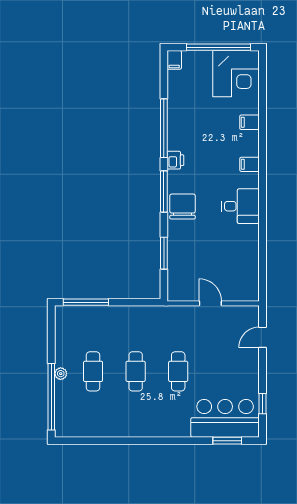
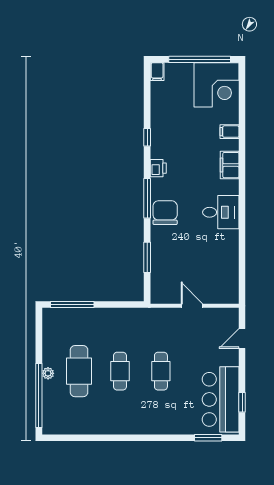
window: (164, 128) -> (147, 137), width x0.32
filing cabinet: (250, 164) -> (230, 165), width x2.00
cafe table: (93, 371) -> (79, 371), width x1.37, depth x1.35
bar counter: (225, 418) -> (221, 399), moved, turned -90

